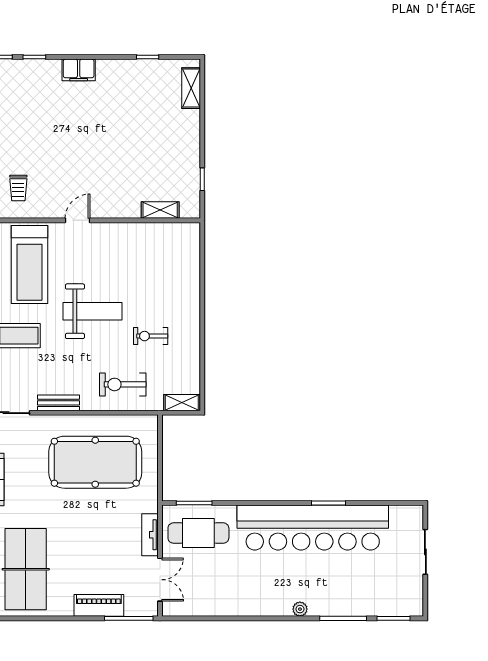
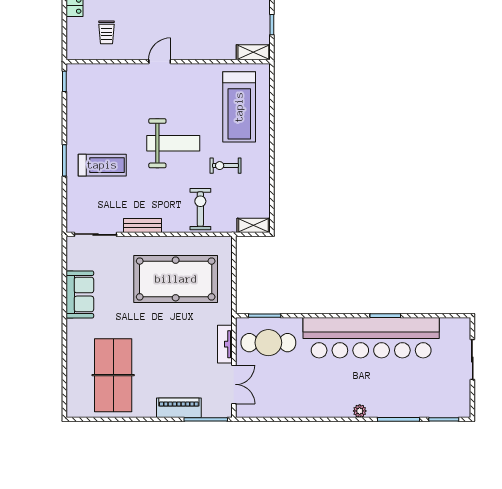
shelving: (160, 210) -> (253, 52), moved
treadmill: (30, 264) -> (239, 107), moved
exercise bike: (123, 384) -> (200, 209), turned 90

